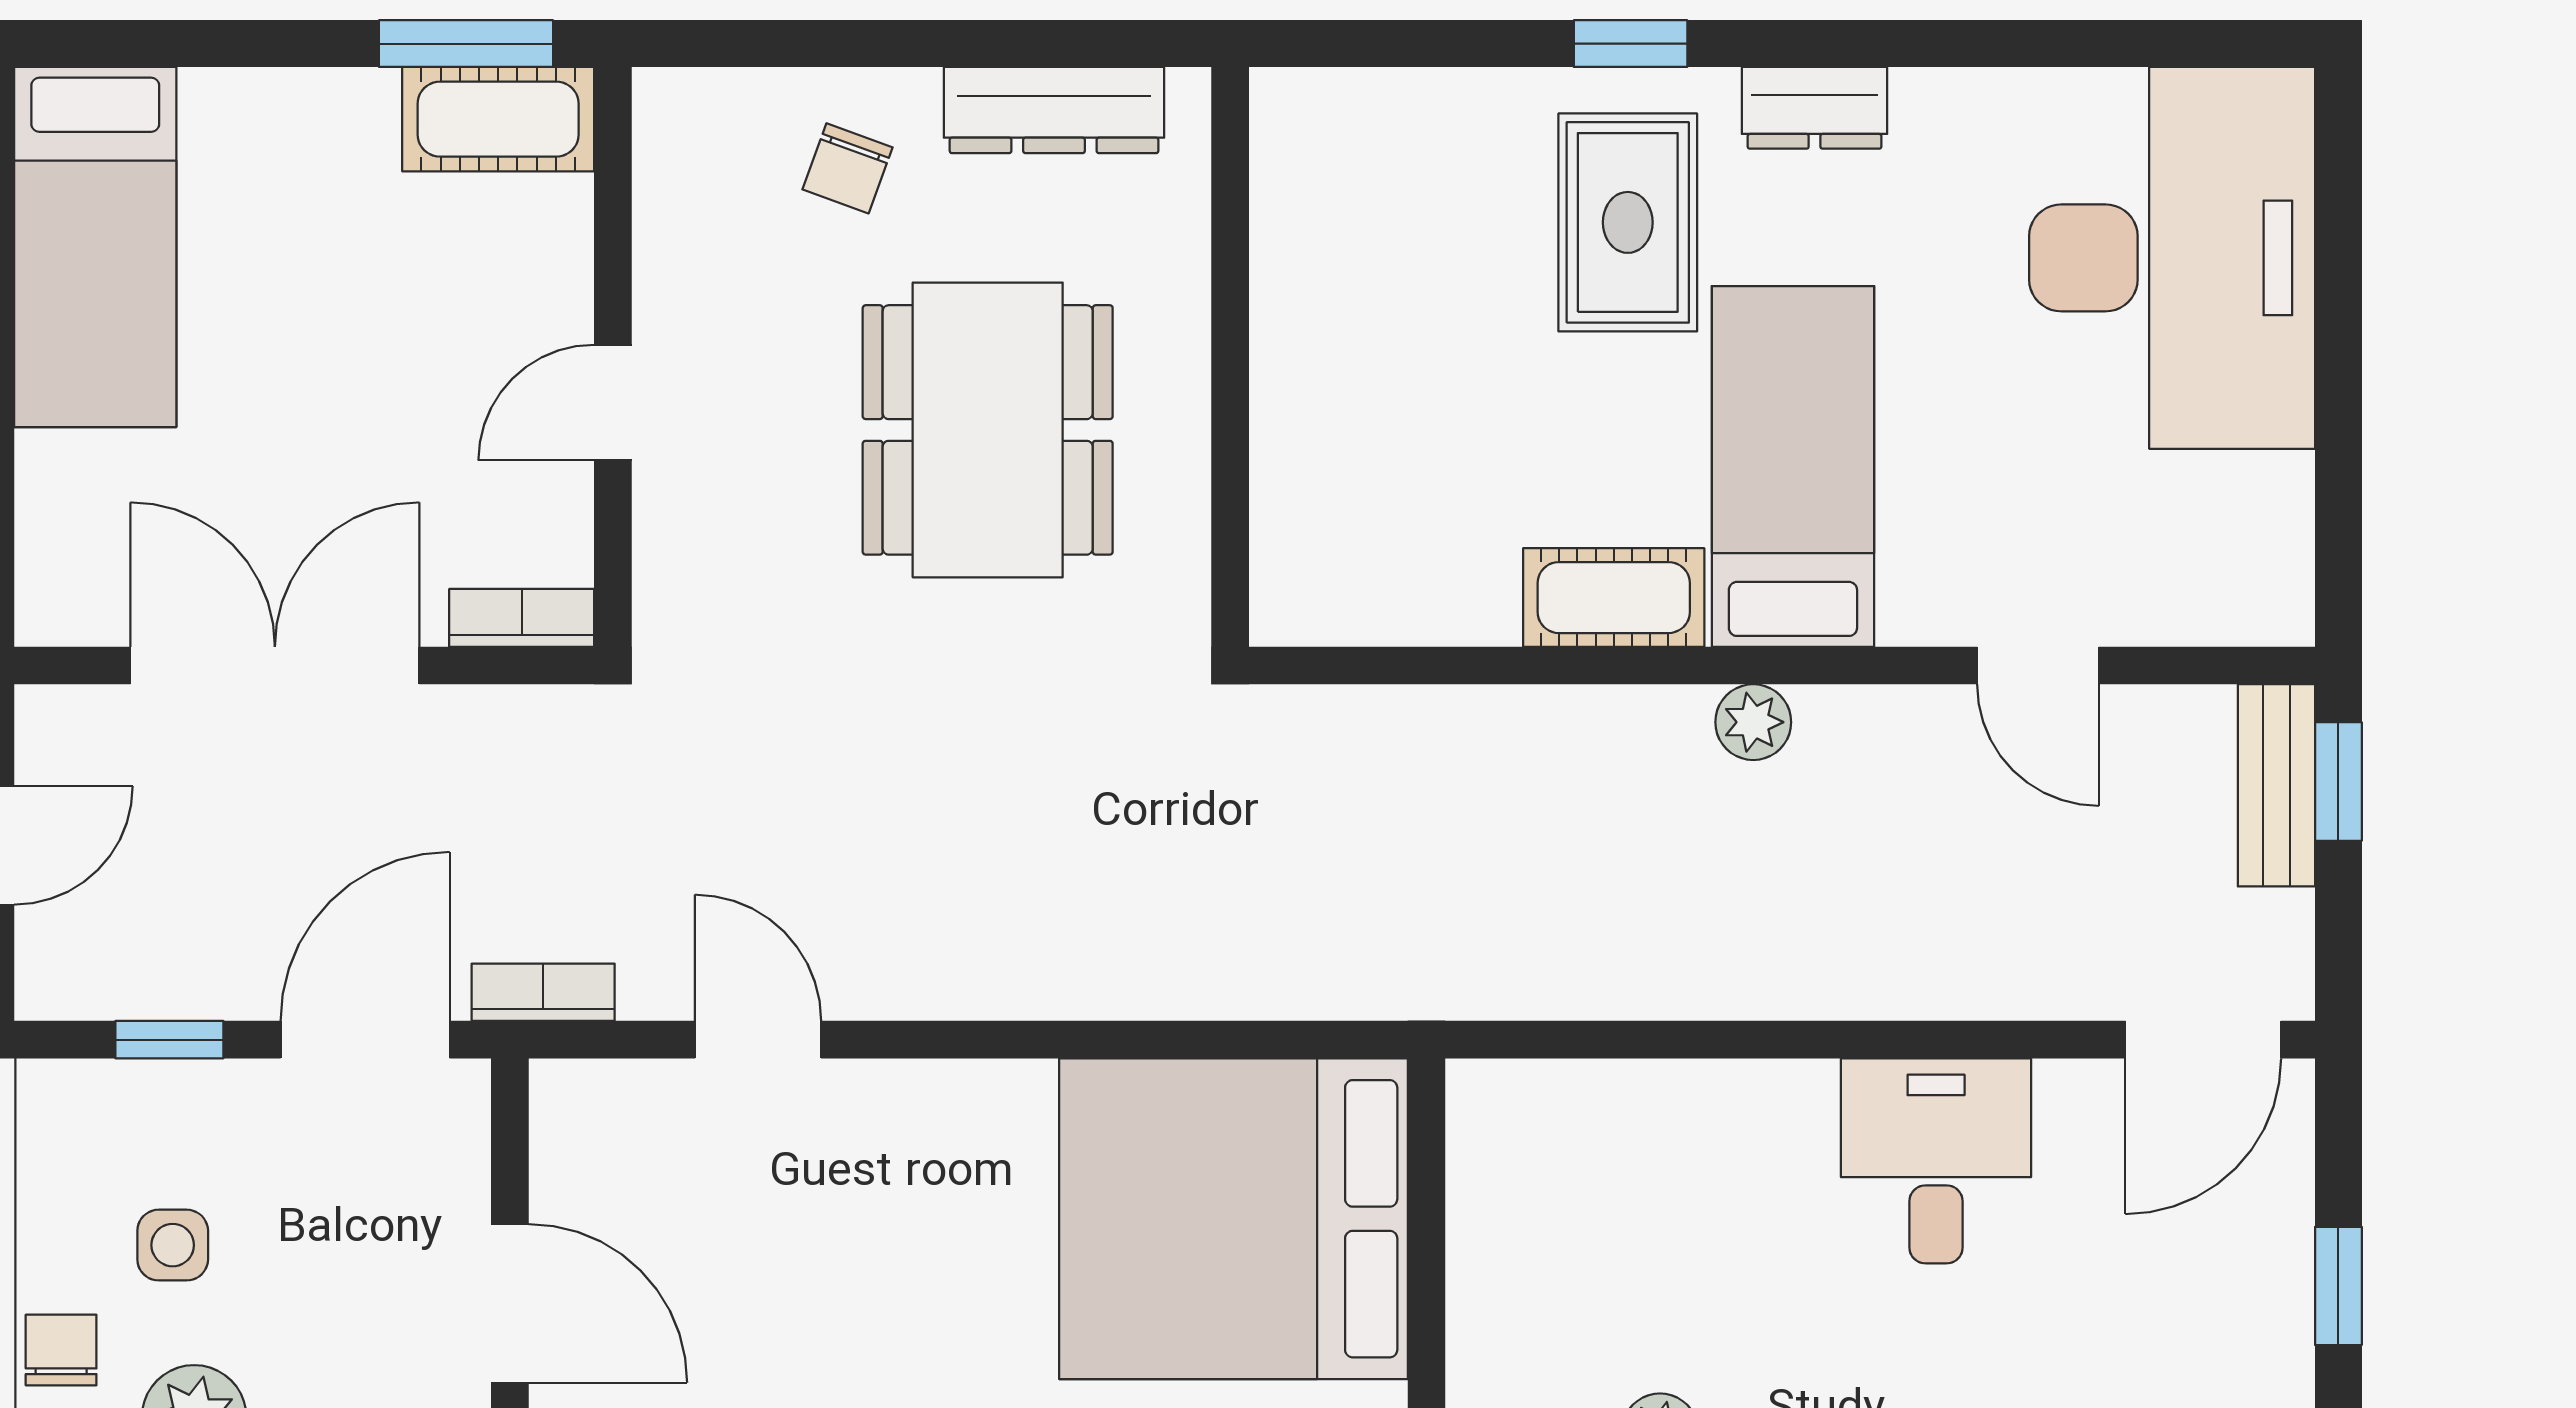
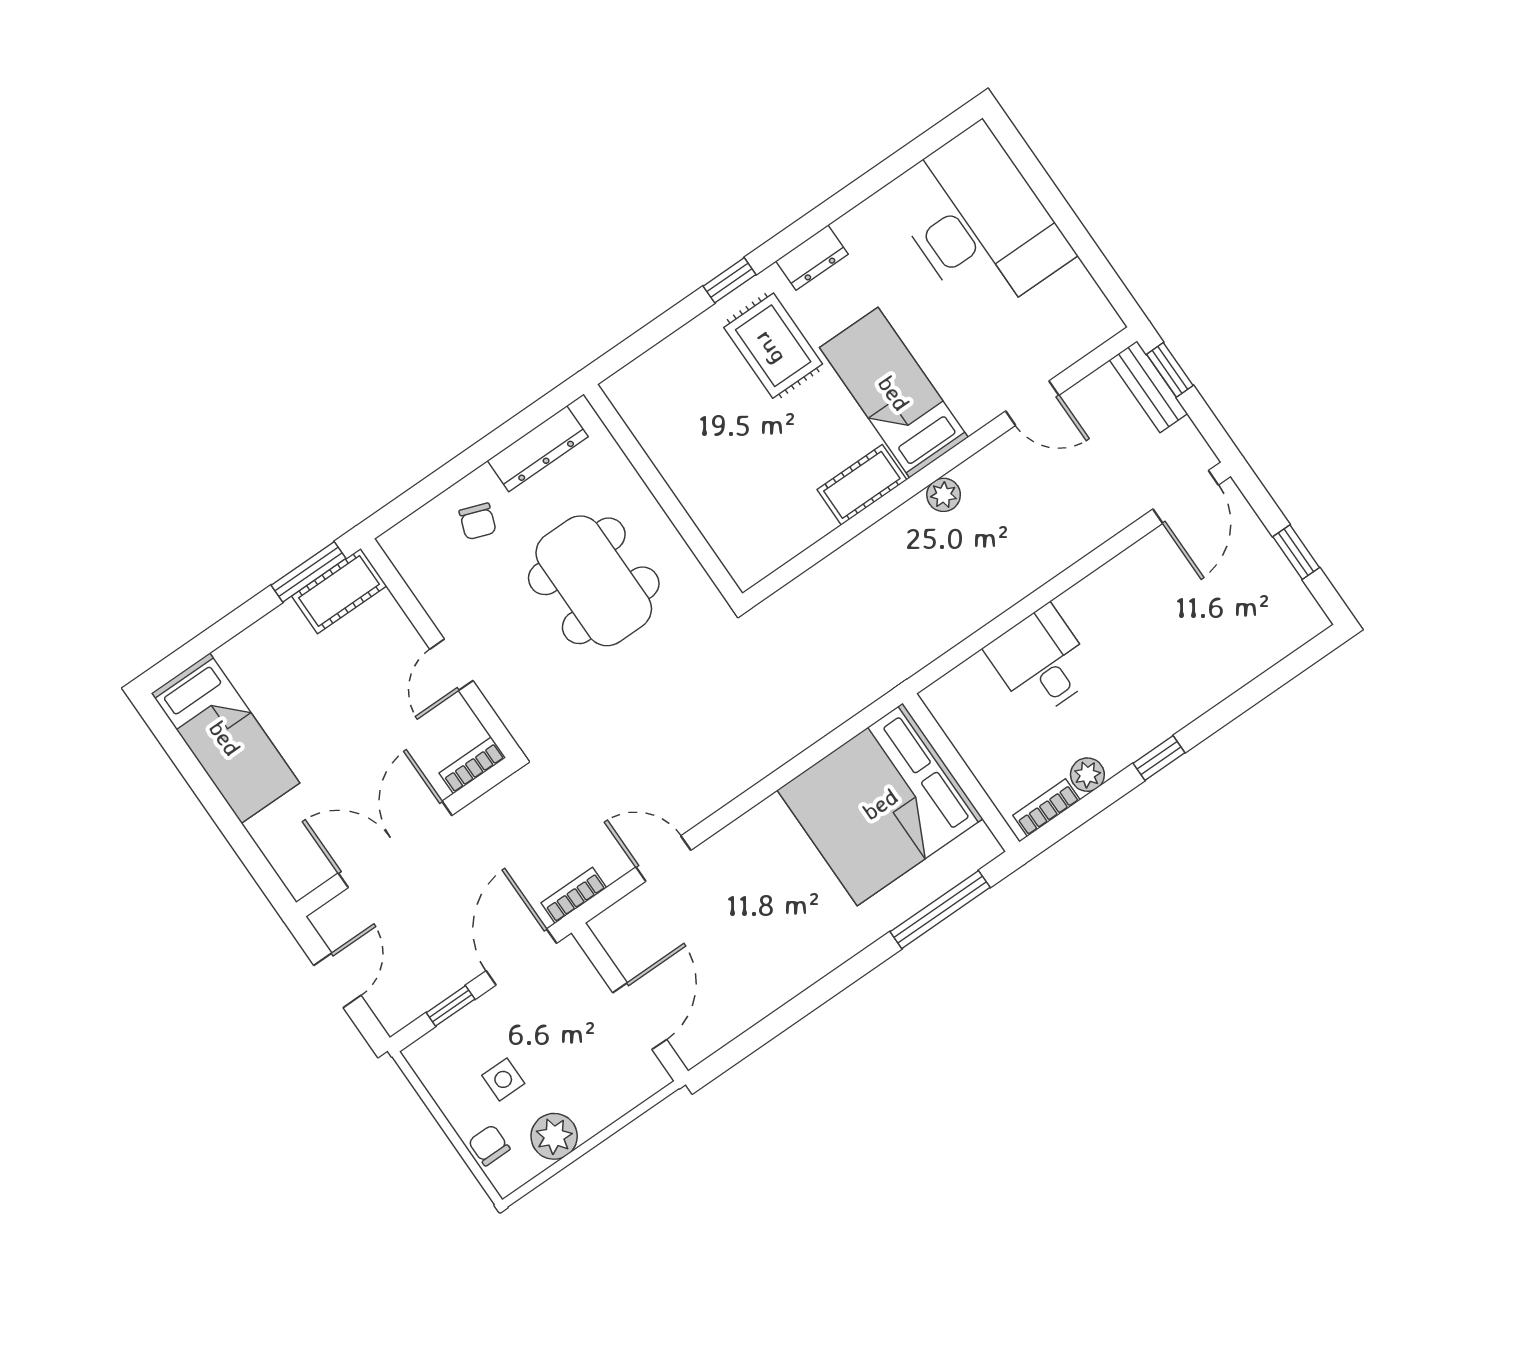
desk: (1936, 1161) -> (1041, 662), moved
door: (510, 1303) -> (640, 1016), hinge flipped

